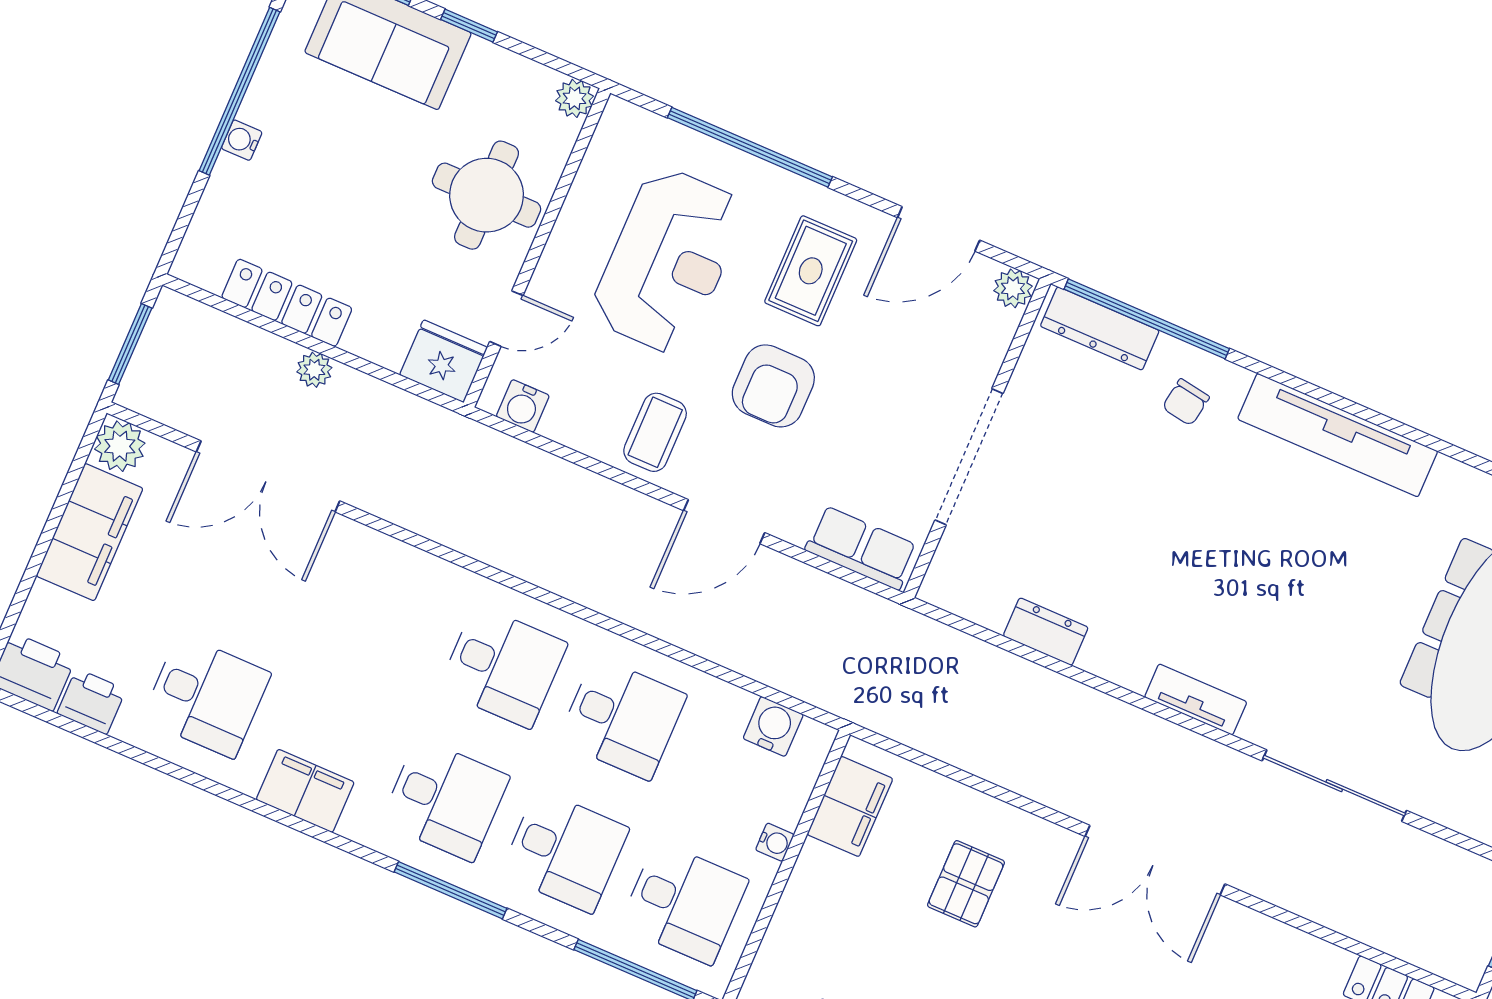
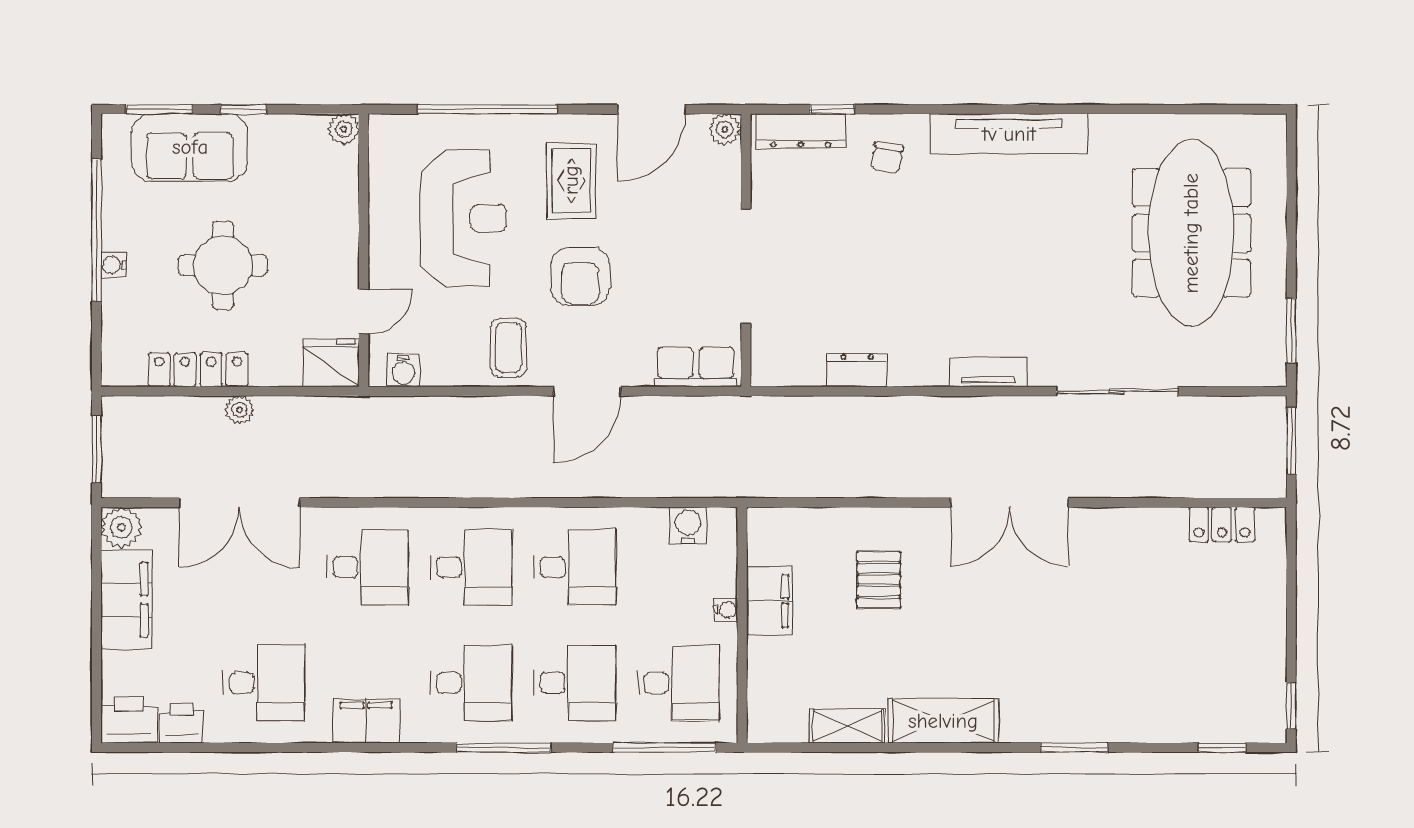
round table: (487, 195) -> (223, 265), moved
window: (1147, 319) -> (832, 109), width x0.32
desk: (383, 615) -> (367, 567), added
filing cabinet: (850, 806) -> (769, 601), moved

